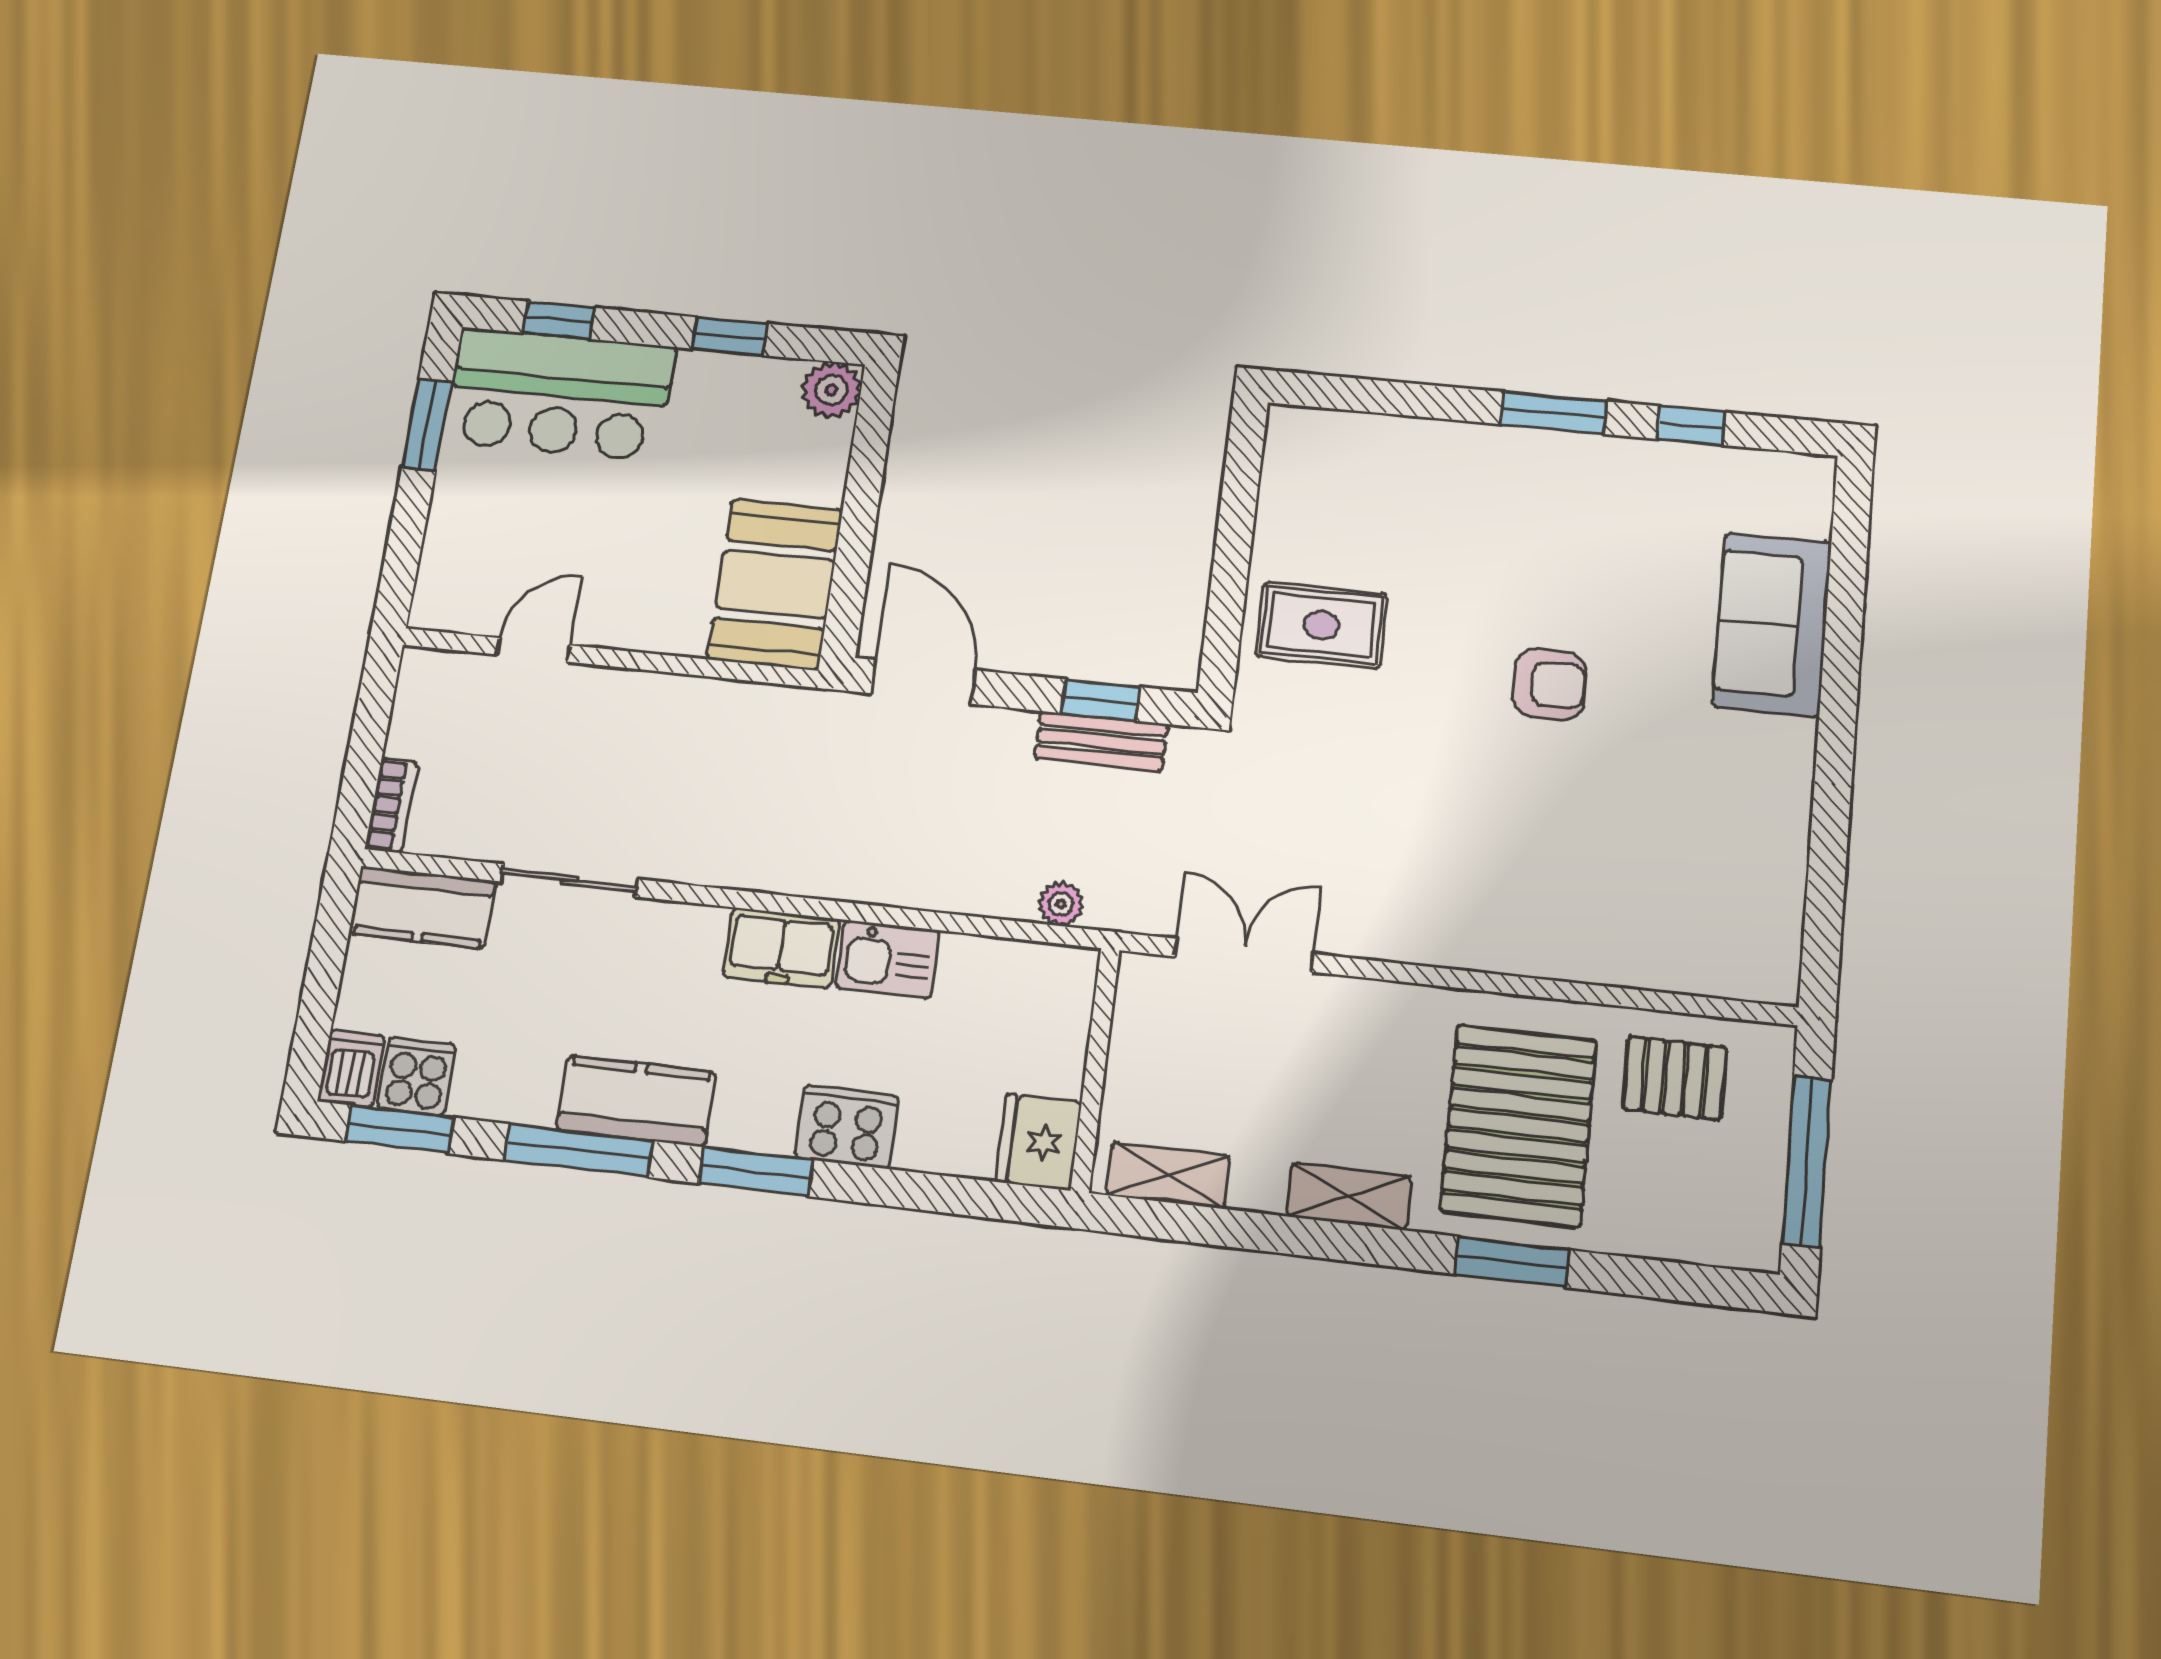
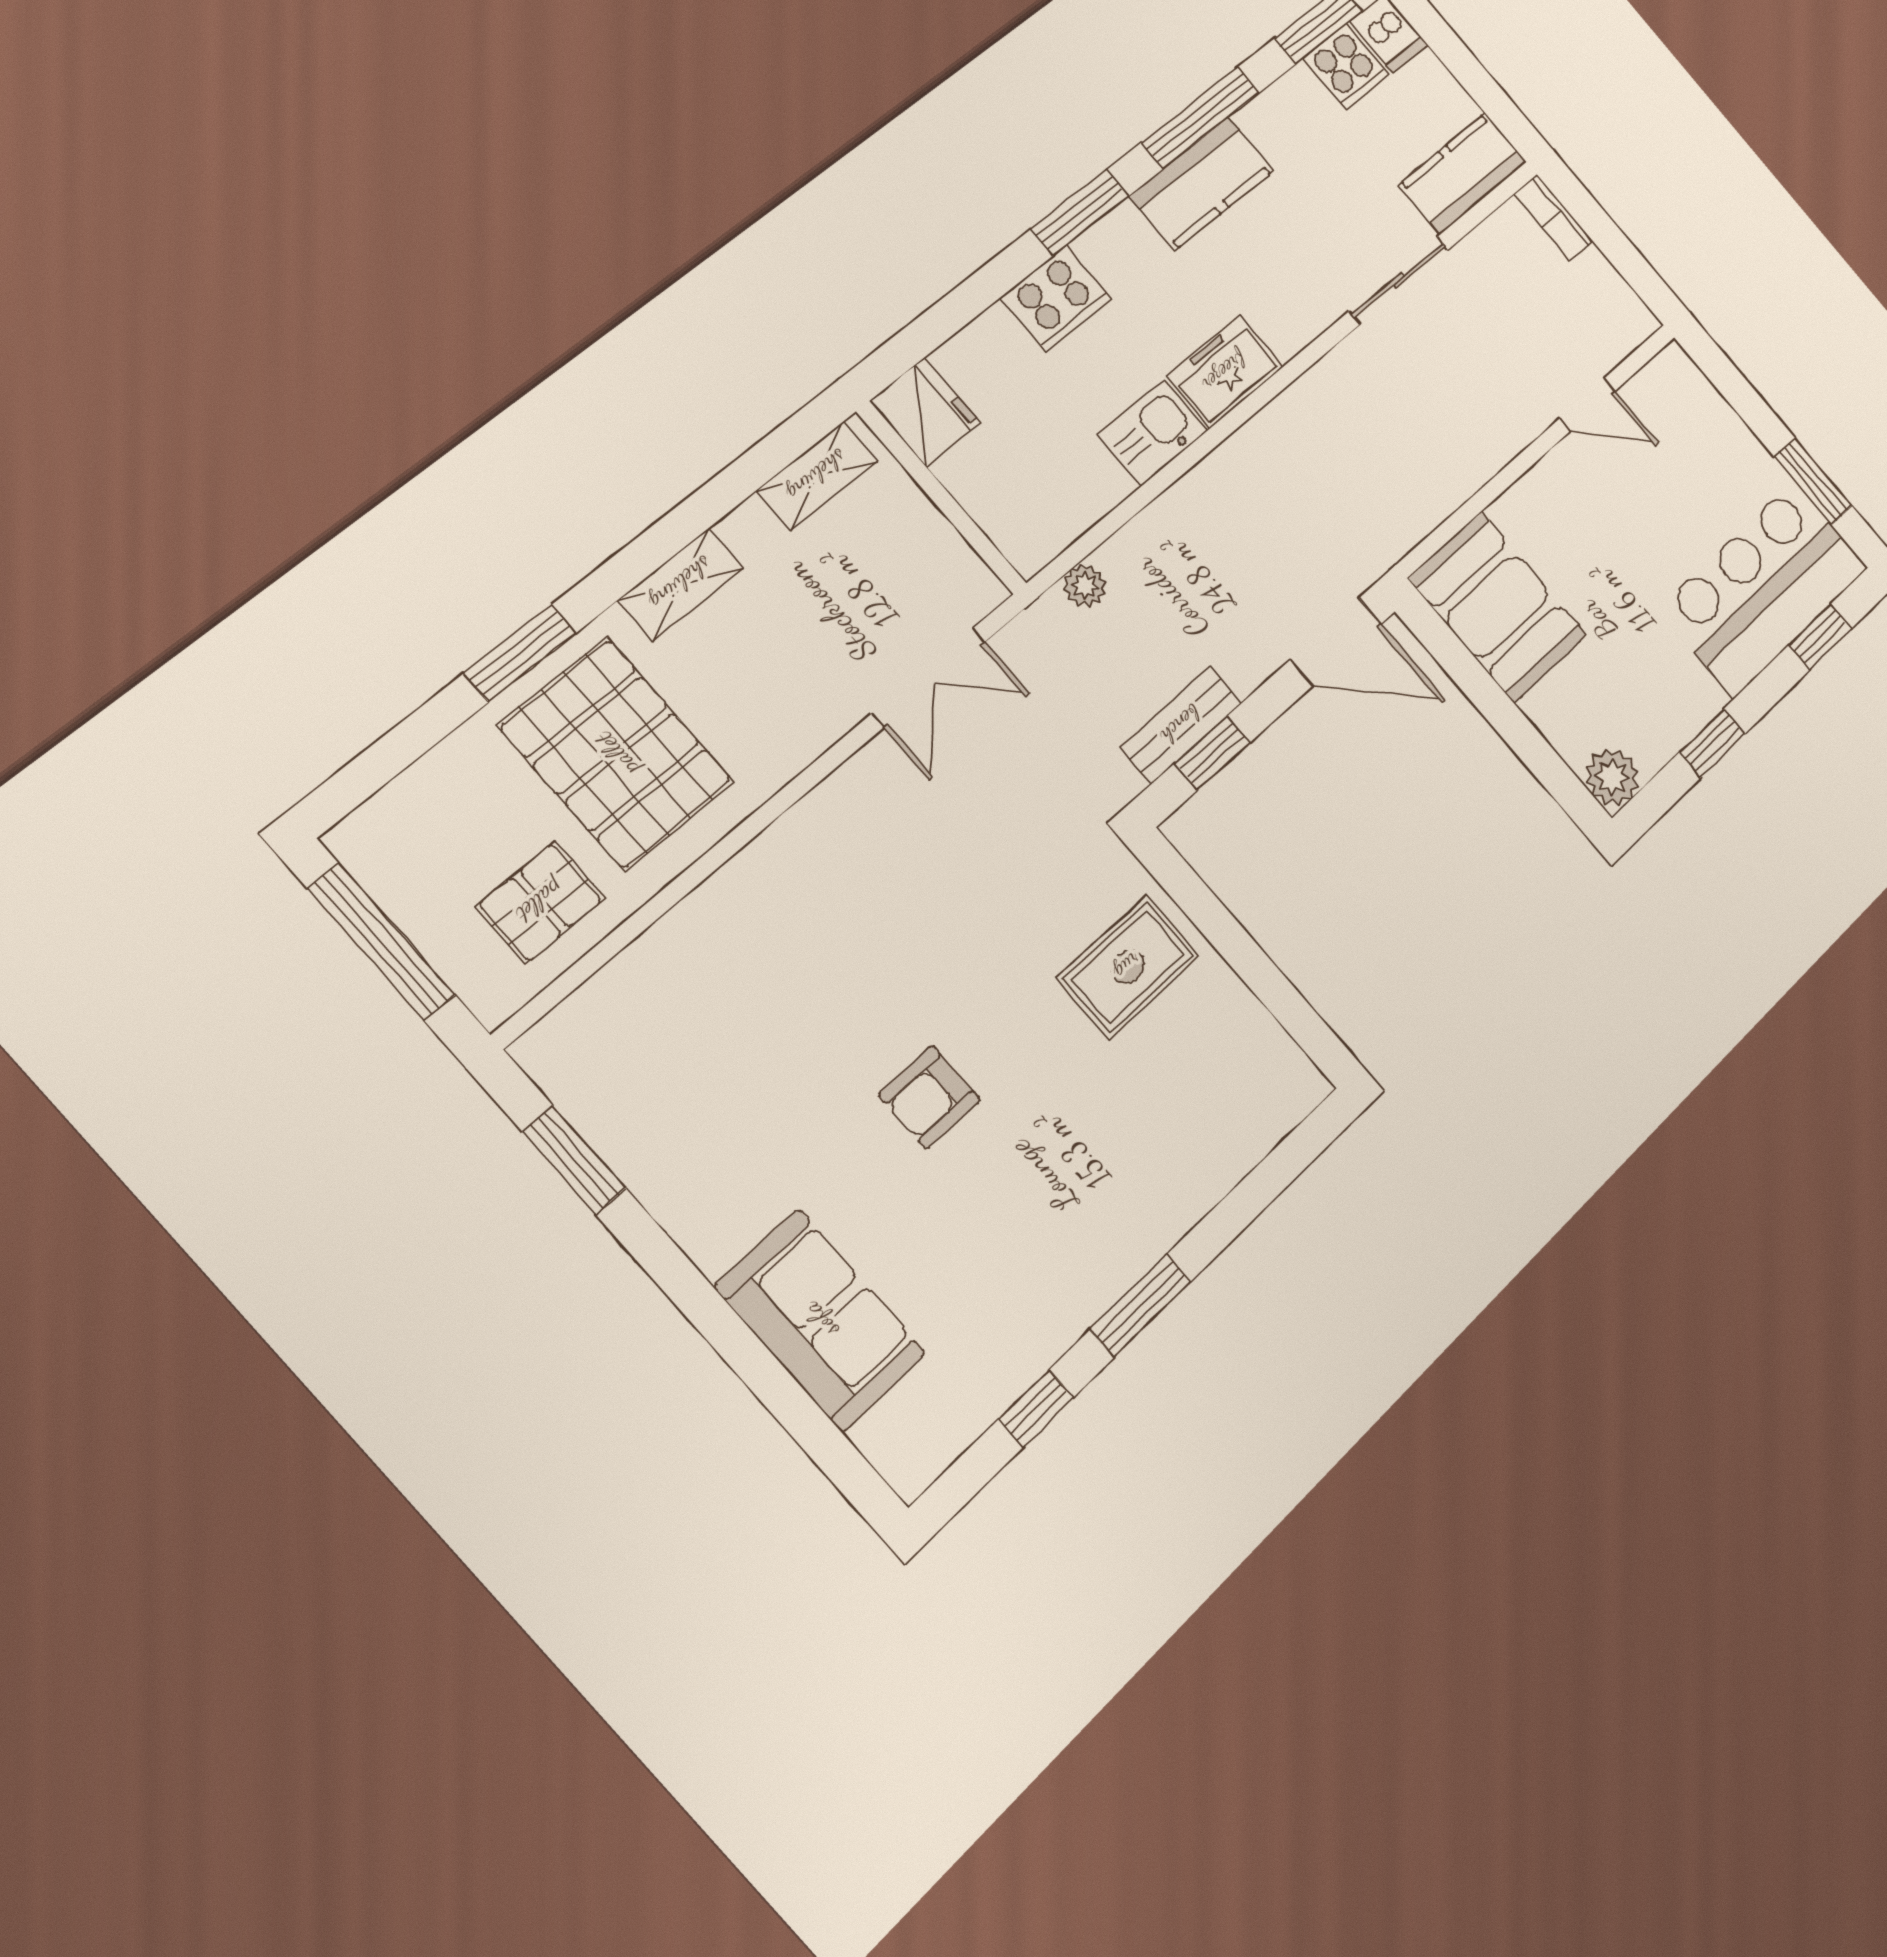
door: (533, 650) -> (1587, 405), hinge flipped
window: (1826, 889) -> (574, 1160), added

